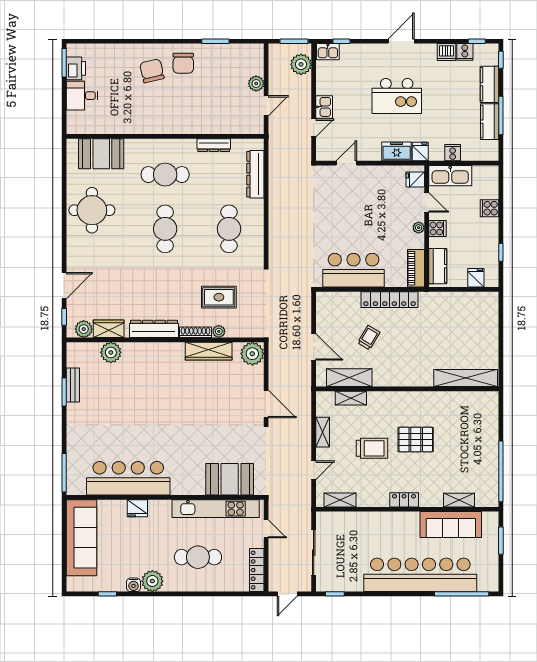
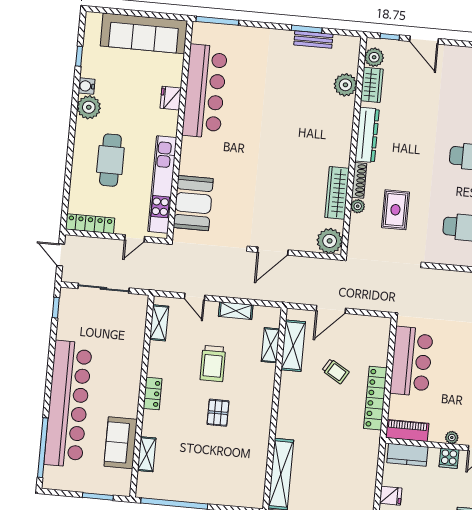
pallet: (416, 440) -> (218, 413), width x0.67, depth x0.71
sofa: (451, 524) -> (121, 443), width x0.73

